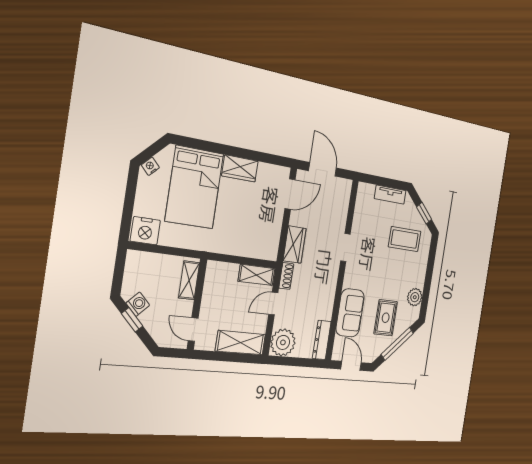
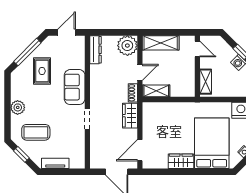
plant: (415, 297) -> (18, 107), moved
sofa: (350, 313) -> (75, 87), moved
door: (351, 366) -> (67, 32), swing flipped

